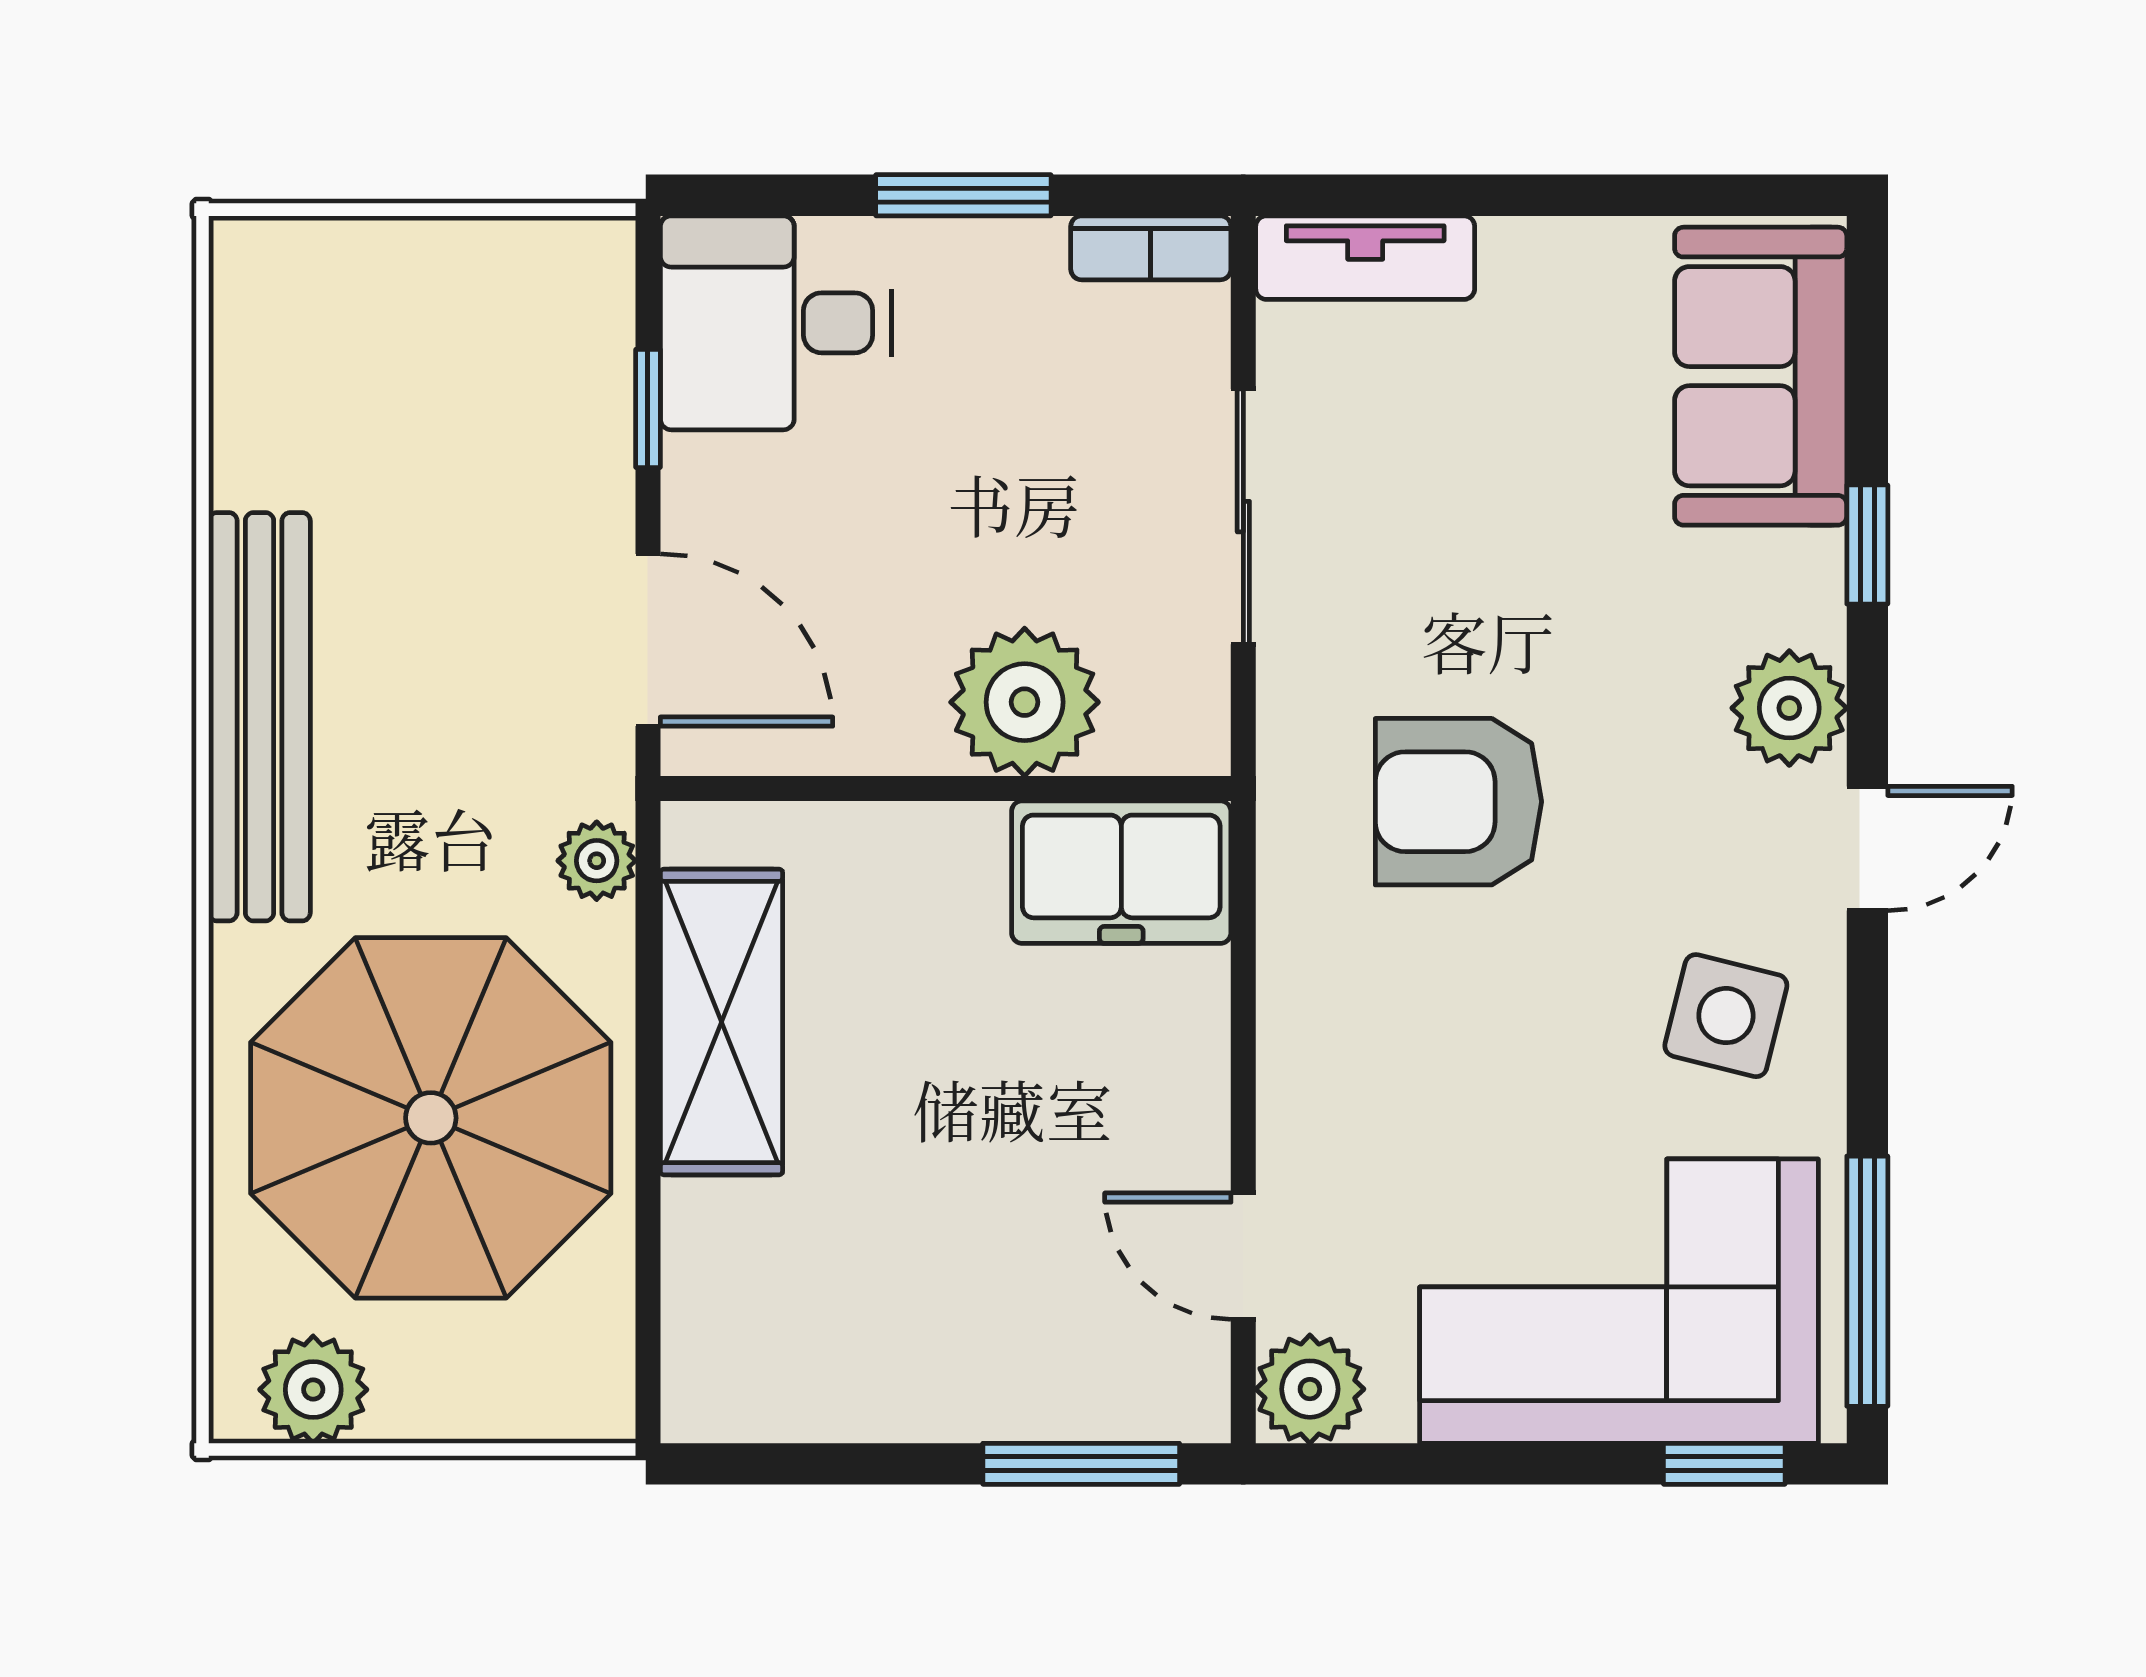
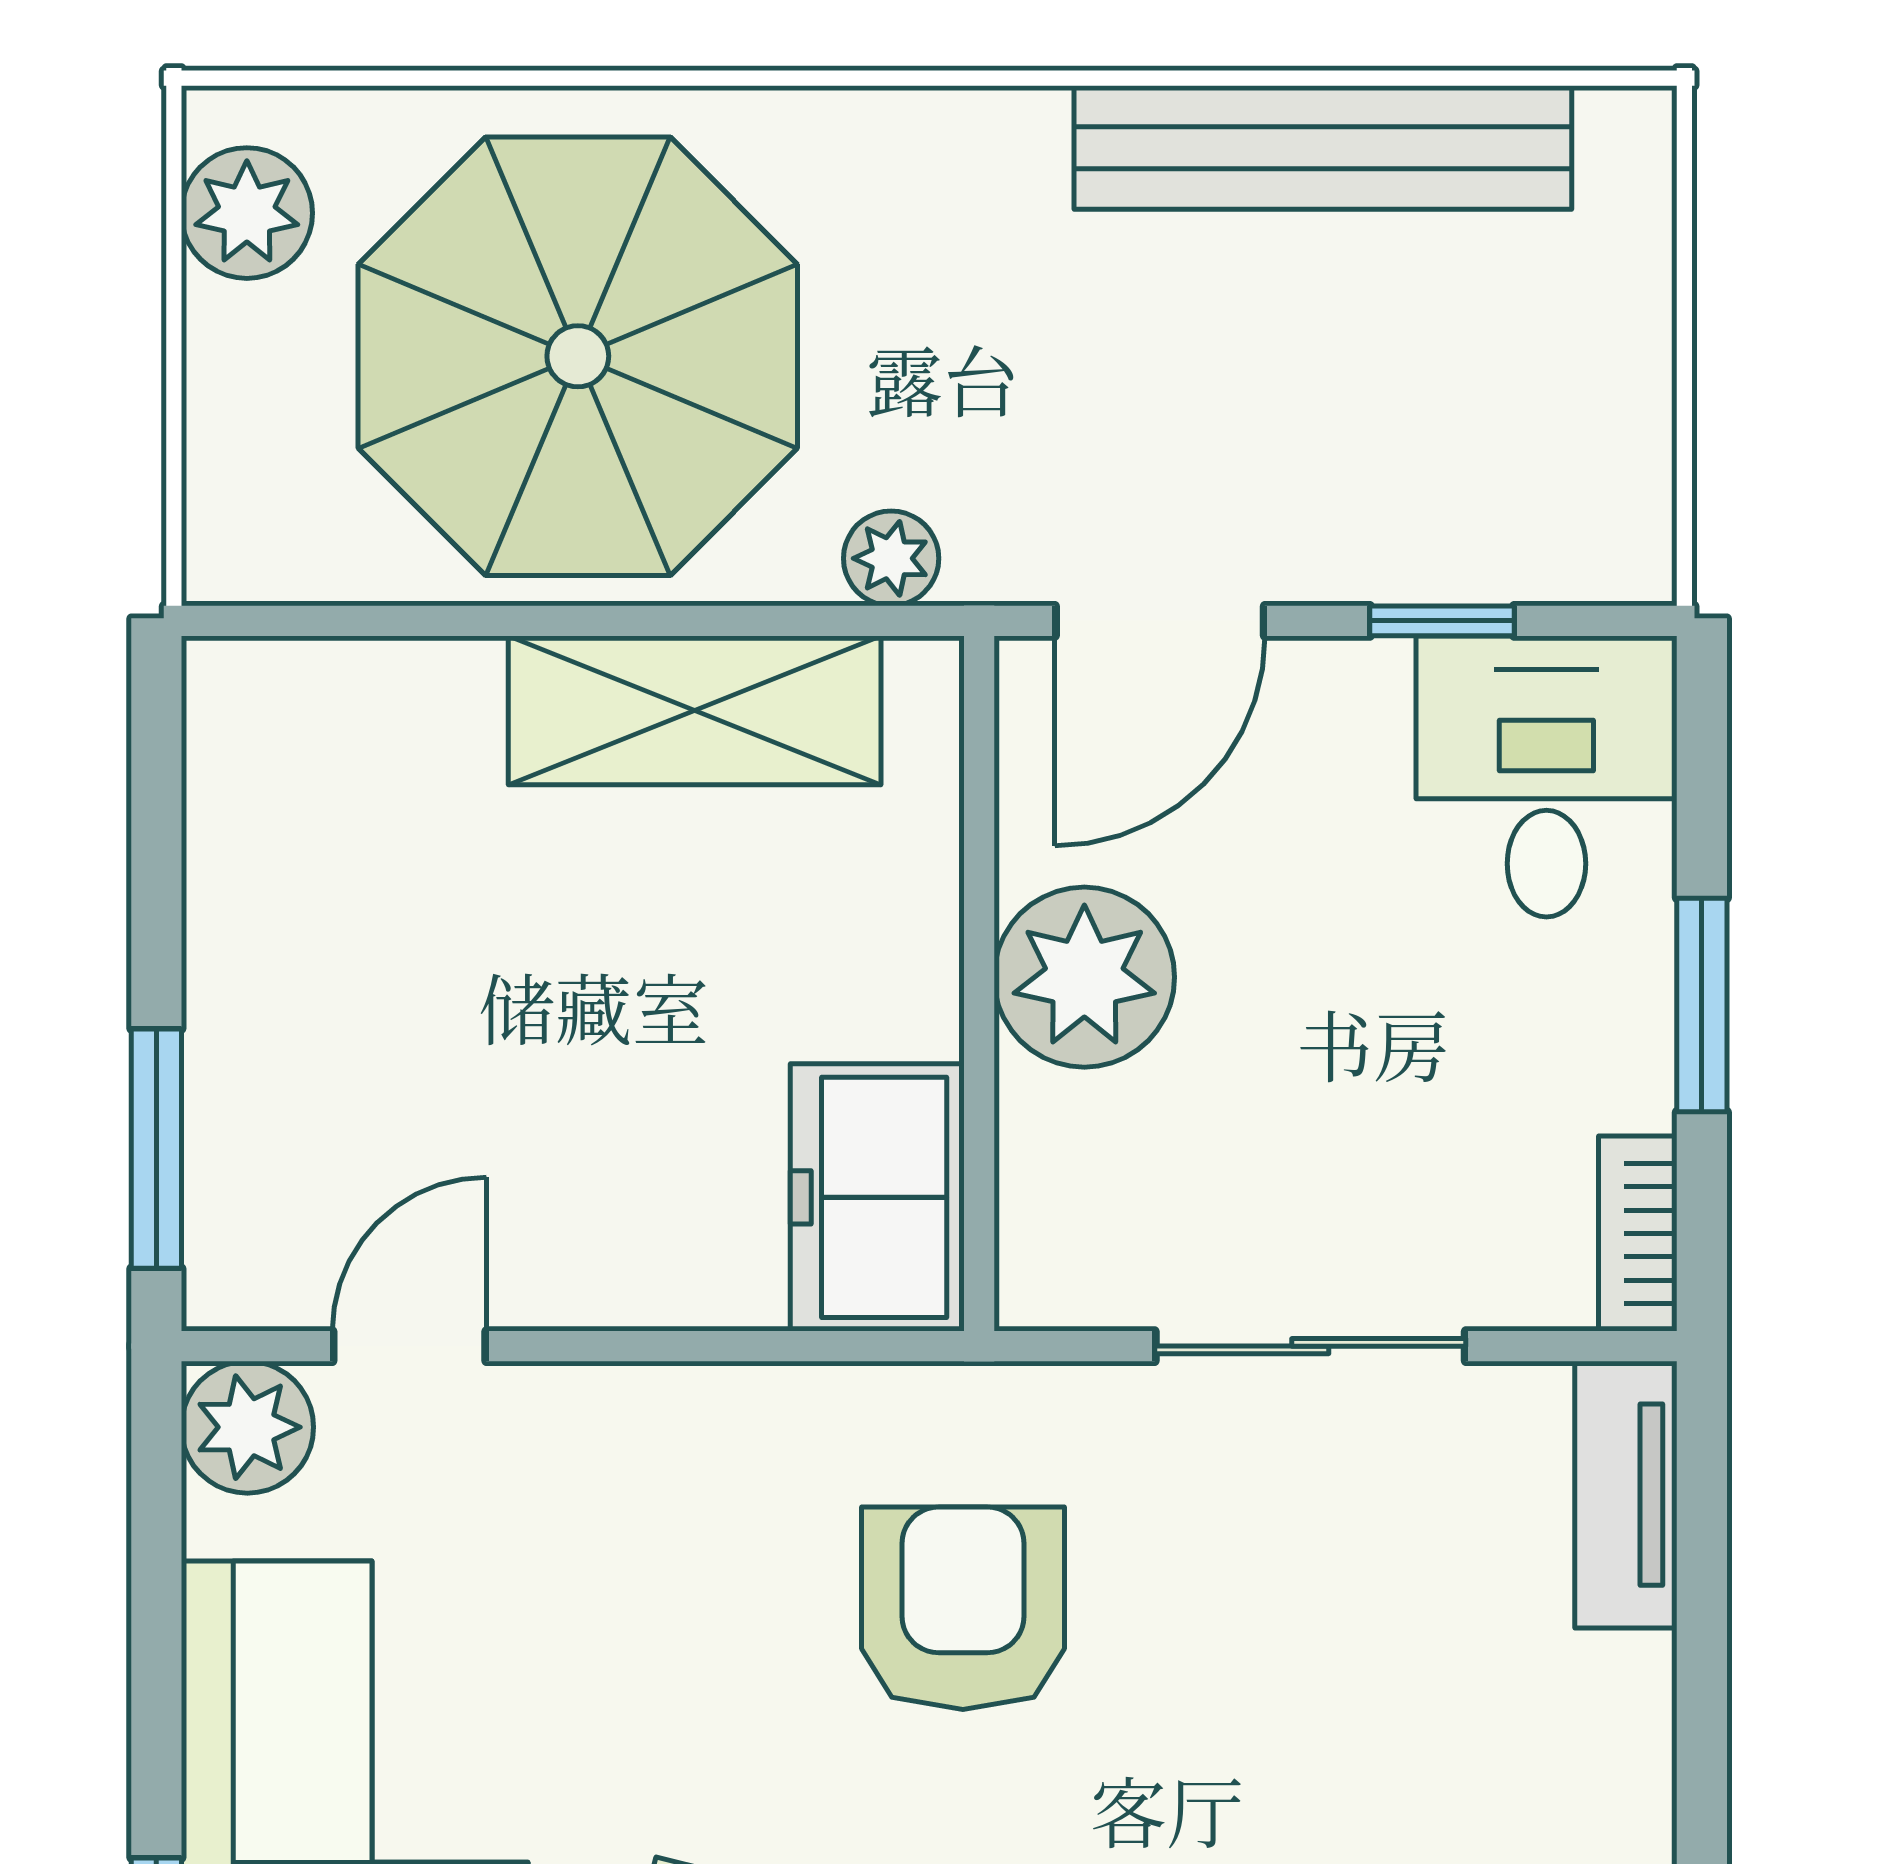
plant: (1025, 702) -> (1084, 977), moved
bench: (260, 717) -> (1323, 148), moved

